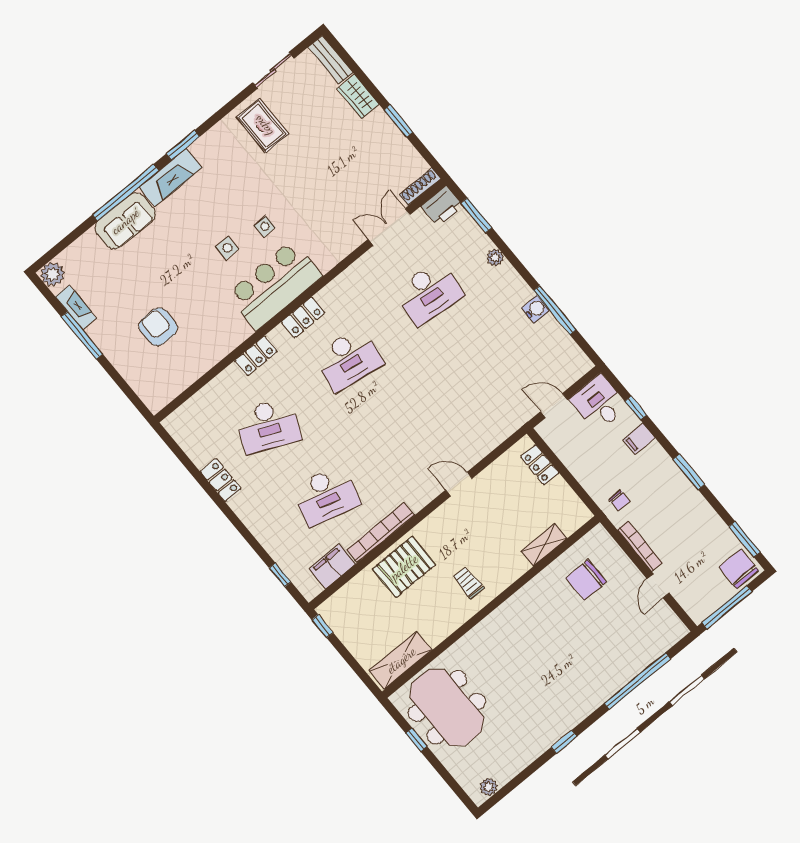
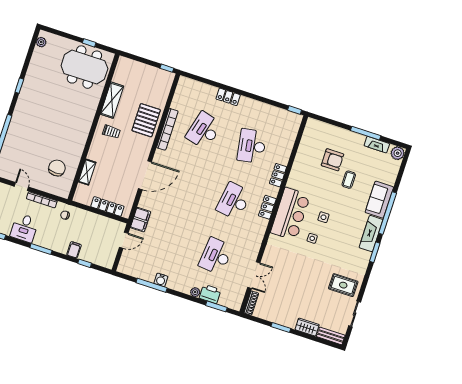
printer: (442, 206) -> (210, 294), moved, turned 90
coffee table: (152, 281) -> (349, 180), added
desk: (599, 403) -> (24, 228), moved, turned 90
desk: (268, 426) -> (252, 146), turned -33
locker: (540, 465) -> (107, 206), width x1.53
locker: (221, 480) -> (228, 97), moved
door: (459, 484) -> (145, 175), width x1.87
filing cabinet: (332, 566) -> (141, 220), moved
window: (280, 575) -> (295, 110), moved
shelving: (401, 660) -> (112, 100), moved

